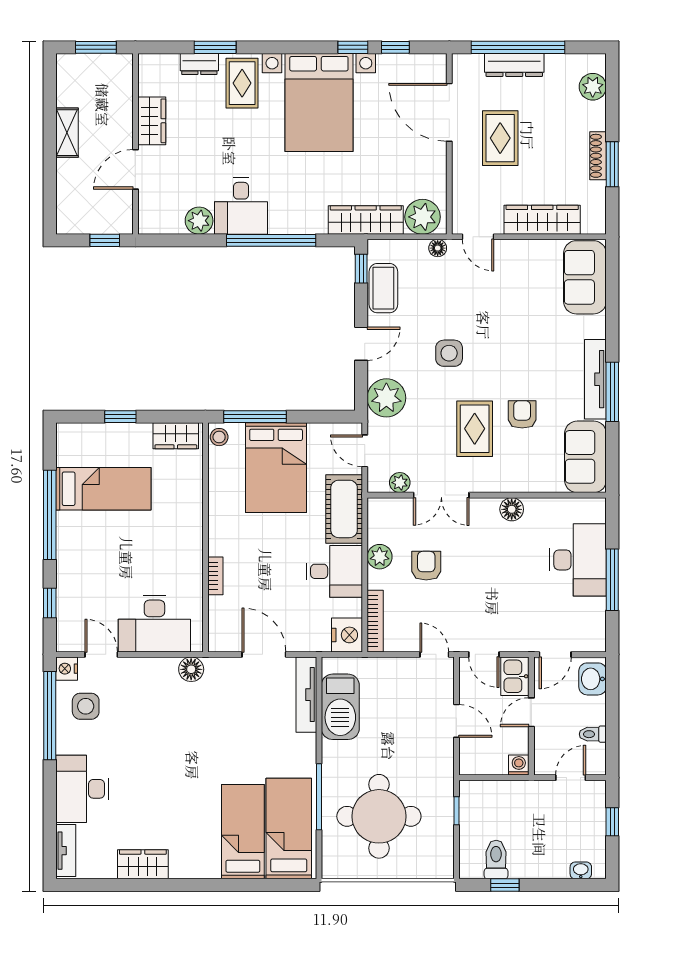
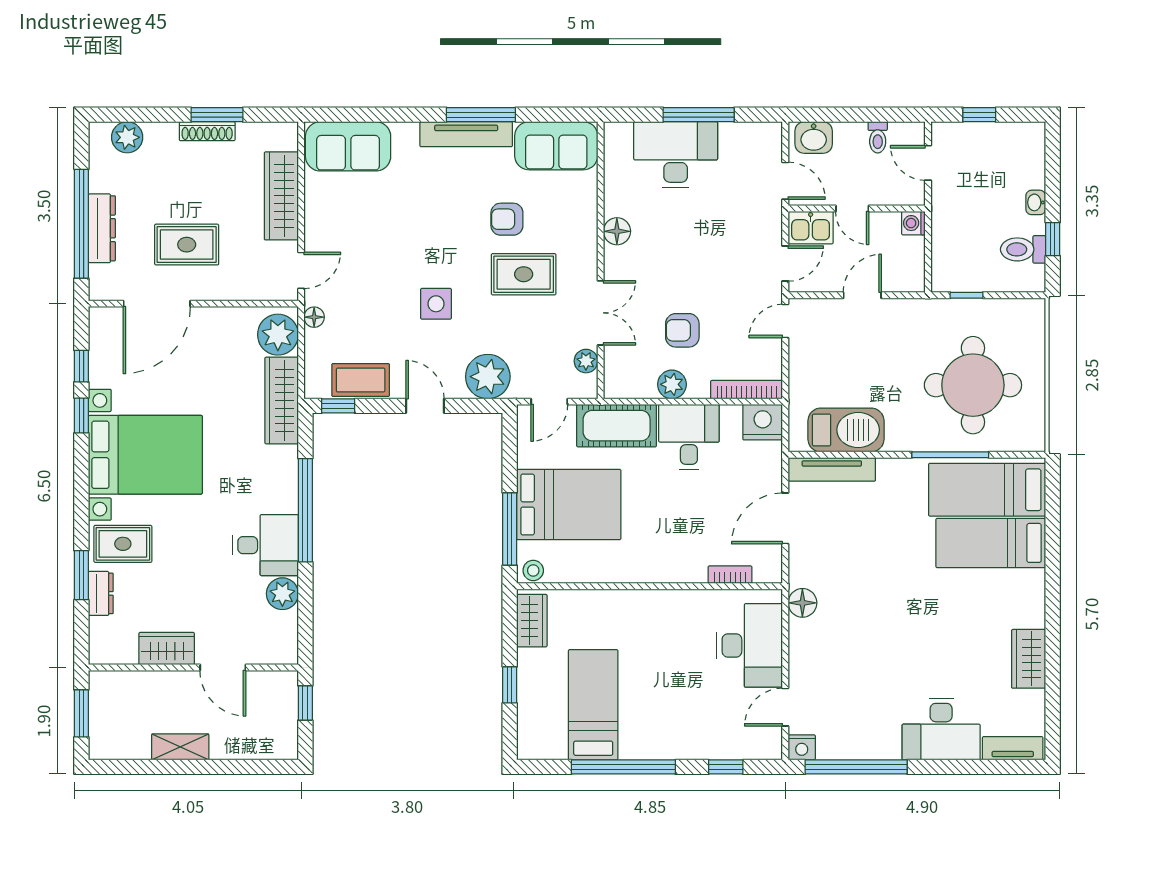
bookcase: (215, 576) -> (730, 575), moved
side table: (86, 706) -> (845, 725), removed
washbasin: (581, 870) -> (1036, 202), moved

